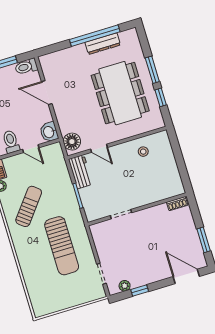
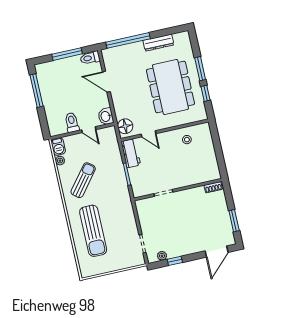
window: (95, 36) -> (128, 40), moved
sun lounger: (62, 246) -> (93, 231), moved
door: (186, 276) -> (217, 252), swing flipped

